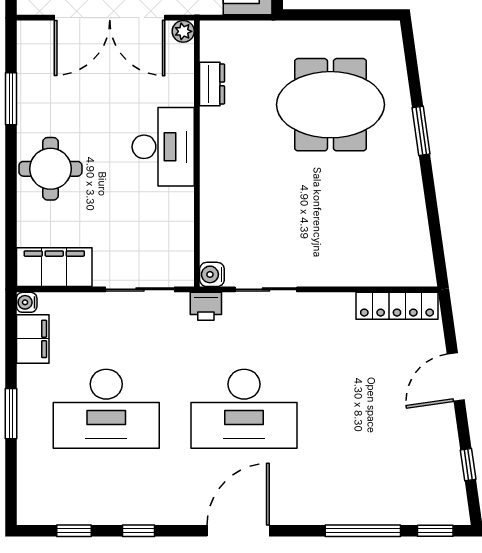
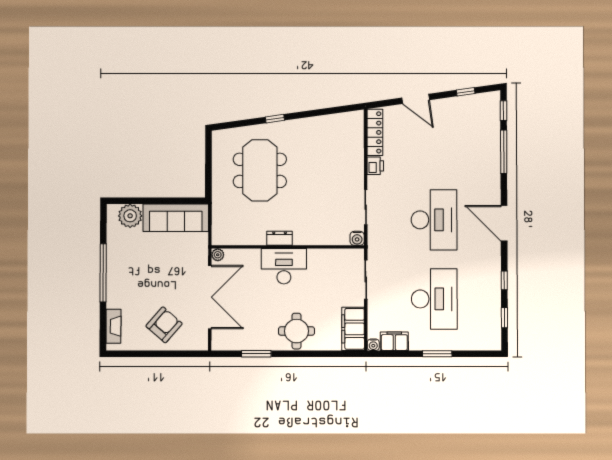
dresser: (212, 84) -> (280, 238), moved
window: (421, 131) -> (275, 119), width x0.67
printer: (206, 306) -> (375, 166), moved

